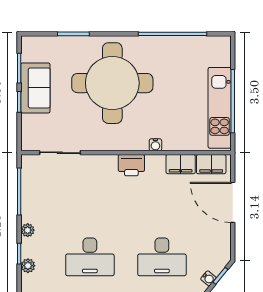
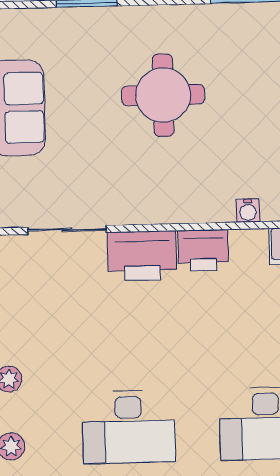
round table: (112, 83) -> (163, 95), width x0.54, depth x0.54
printer: (99, 167) -> (142, 256), added

